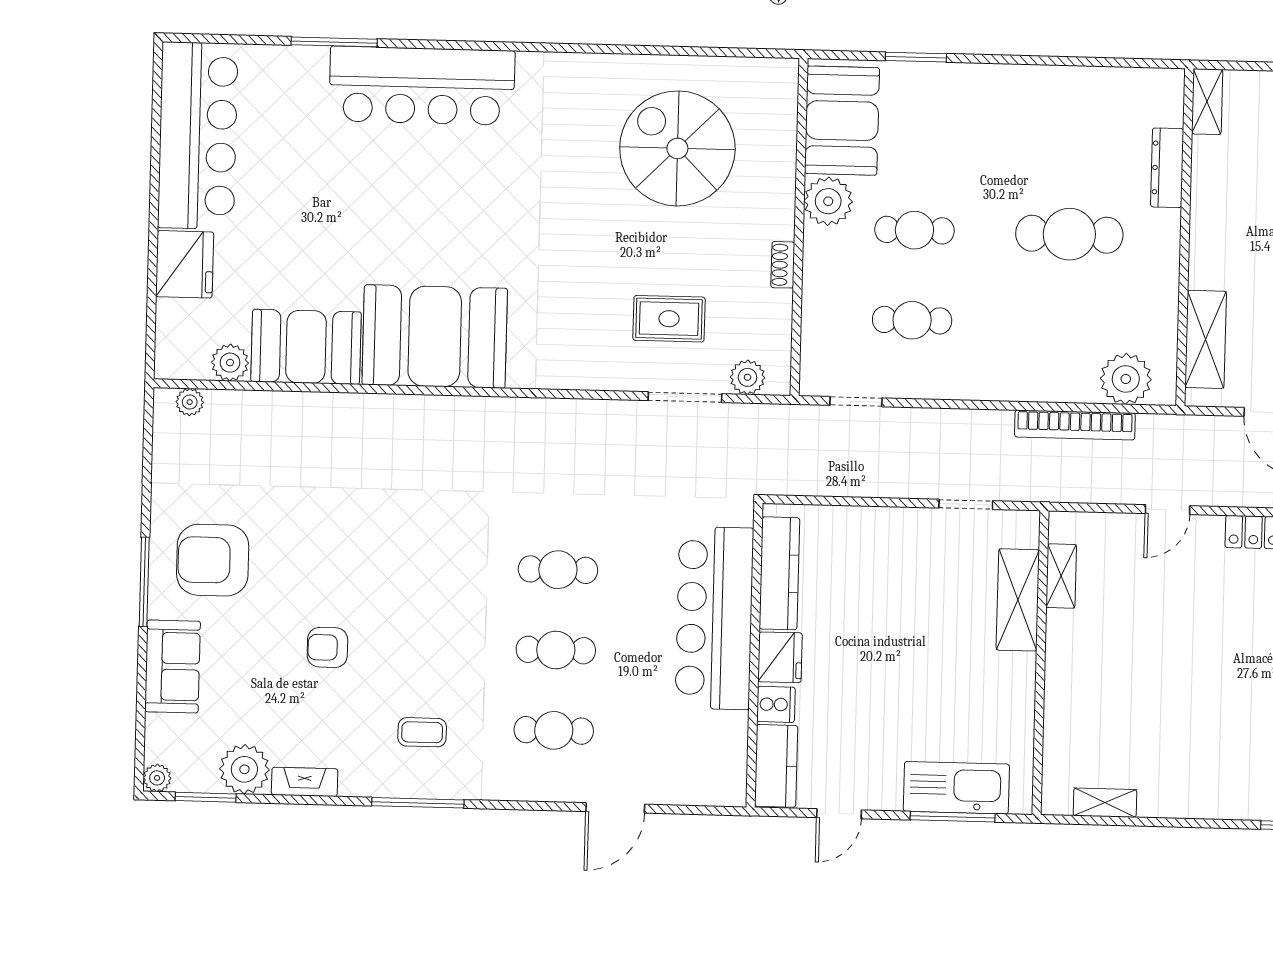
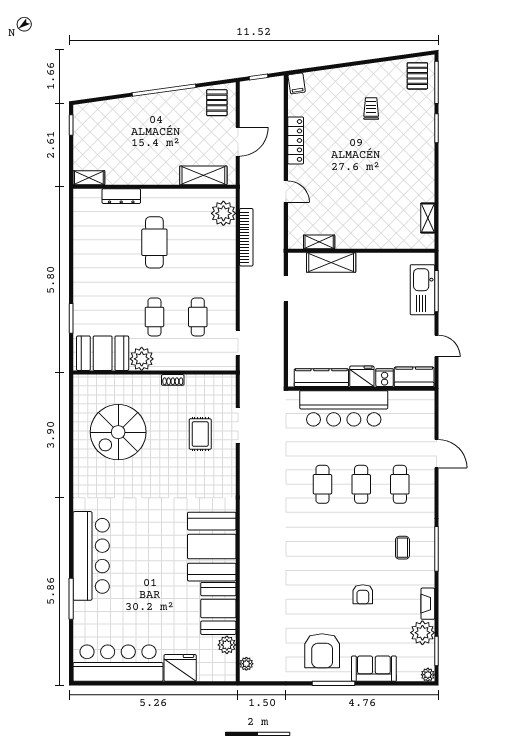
plant: (747, 377) -> (227, 395), removed

